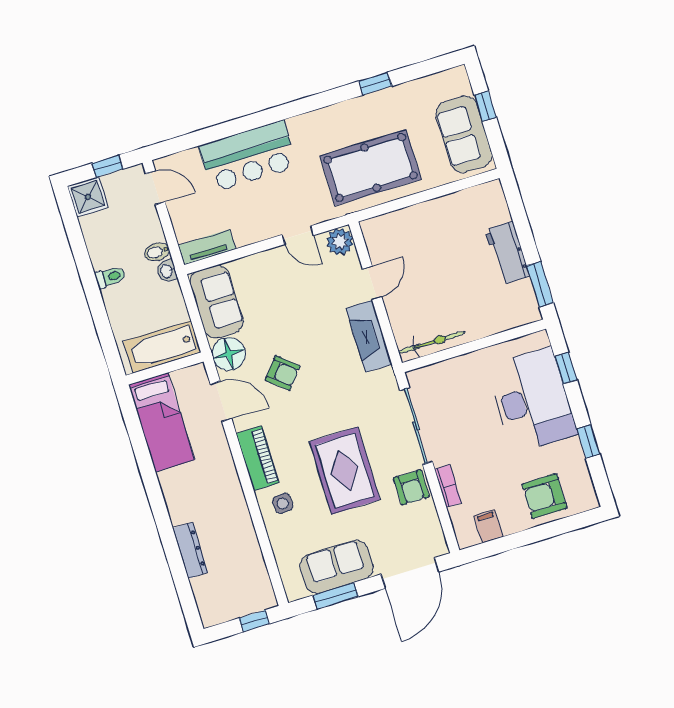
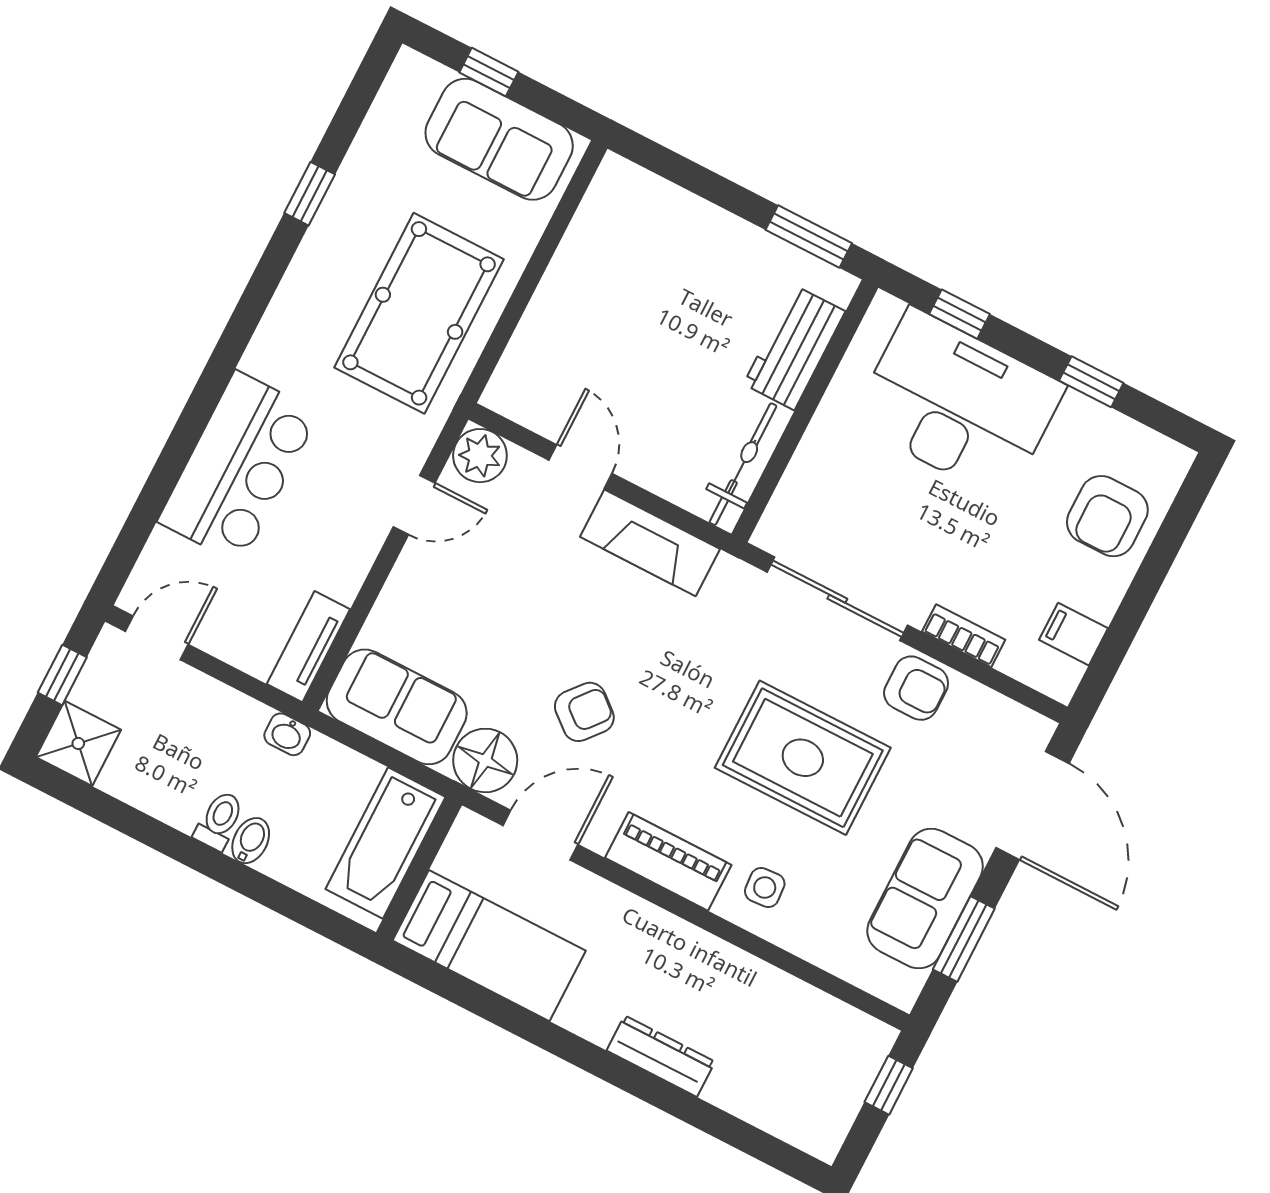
bidet: (157, 252) -> (251, 841), moved, turned 180
workbench: (507, 253) -> (794, 348), moved, turned 90
dresser: (190, 550) -> (661, 1056), moved

